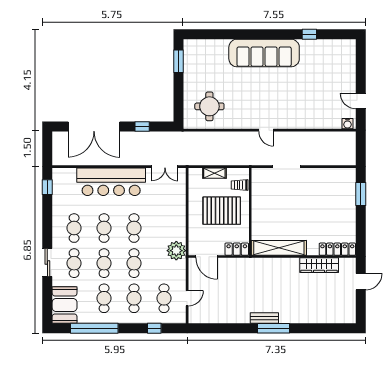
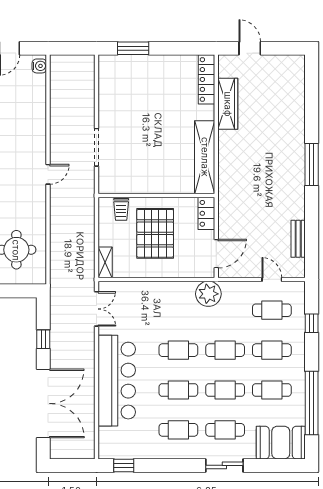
shelving: (214, 173) -> (105, 262), moved
bench: (264, 318) -> (298, 239), moved

